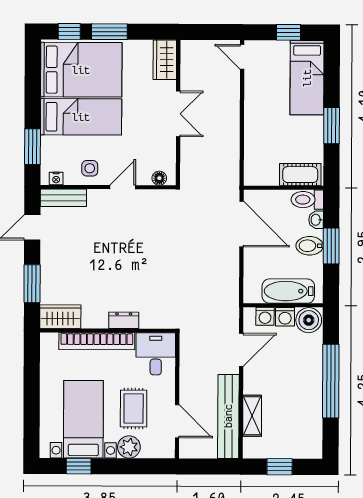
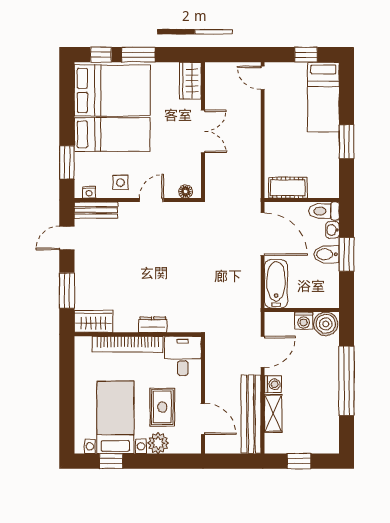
cot: (300, 175) -> (288, 188), moved
bathtub: (288, 291) -> (276, 284), moved, turned 90
washing machine: (265, 316) -> (273, 384), moved, turned -90

